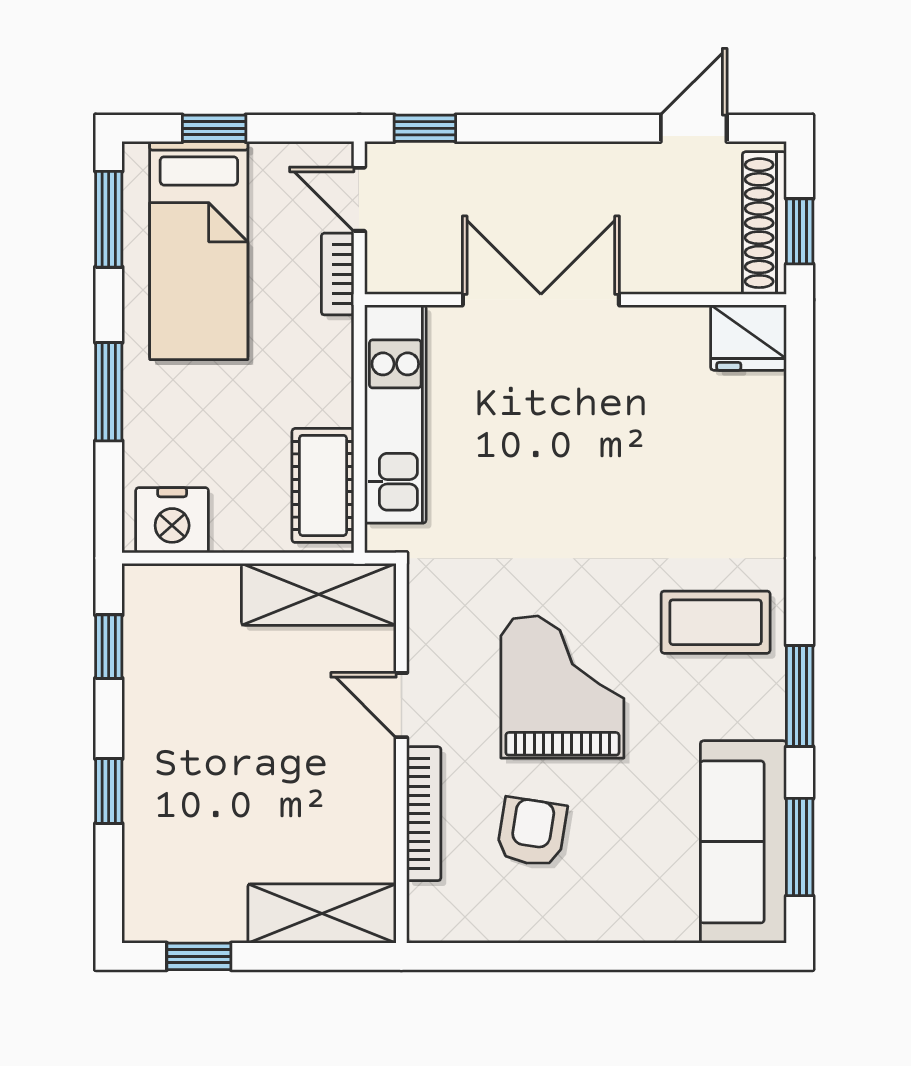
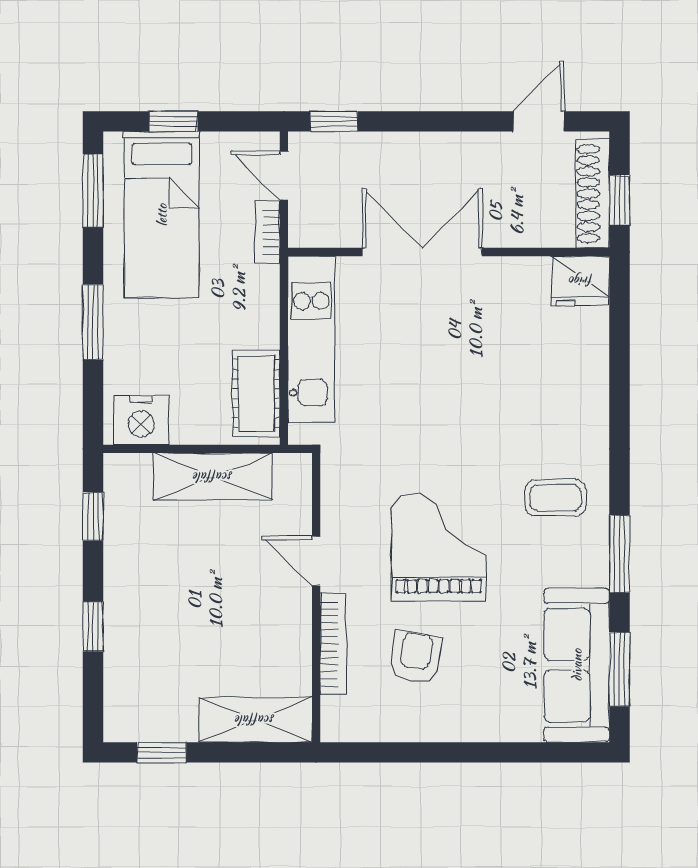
shelving: (319, 594) -> (213, 477), moved
coffee table: (716, 622) -> (555, 498), width x0.73, depth x0.77

